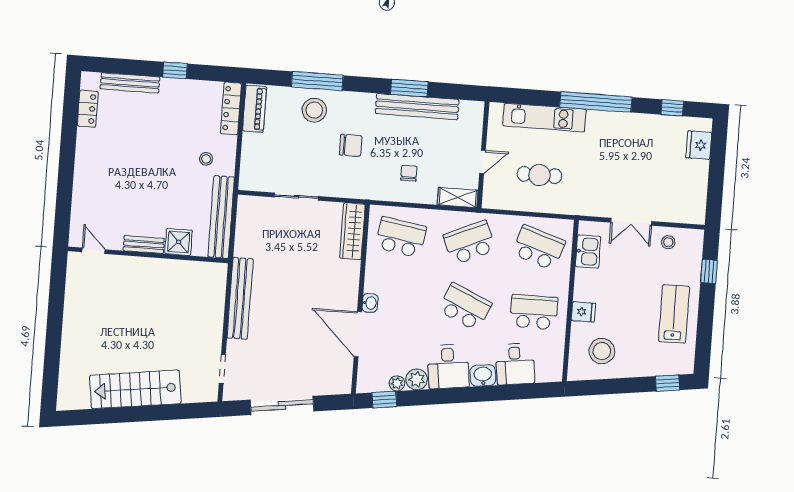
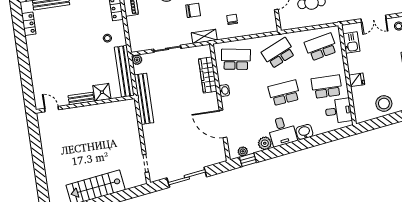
shelving: (458, 198) -> (204, 36), moved
plant: (245, 203) -> (137, 60), added
wardrobe: (352, 231) -> (208, 75), moved
school desk: (539, 248) -> (321, 47), turned -30
bench: (240, 298) -> (144, 99), moved
washbasin: (370, 303) -> (224, 91), moved
school desk: (465, 307) -> (284, 93), turned -30
stool: (602, 351) -> (384, 103), moved
desk: (515, 364) -> (338, 111), moved, turned -82
plant: (397, 383) -> (243, 151), moved

